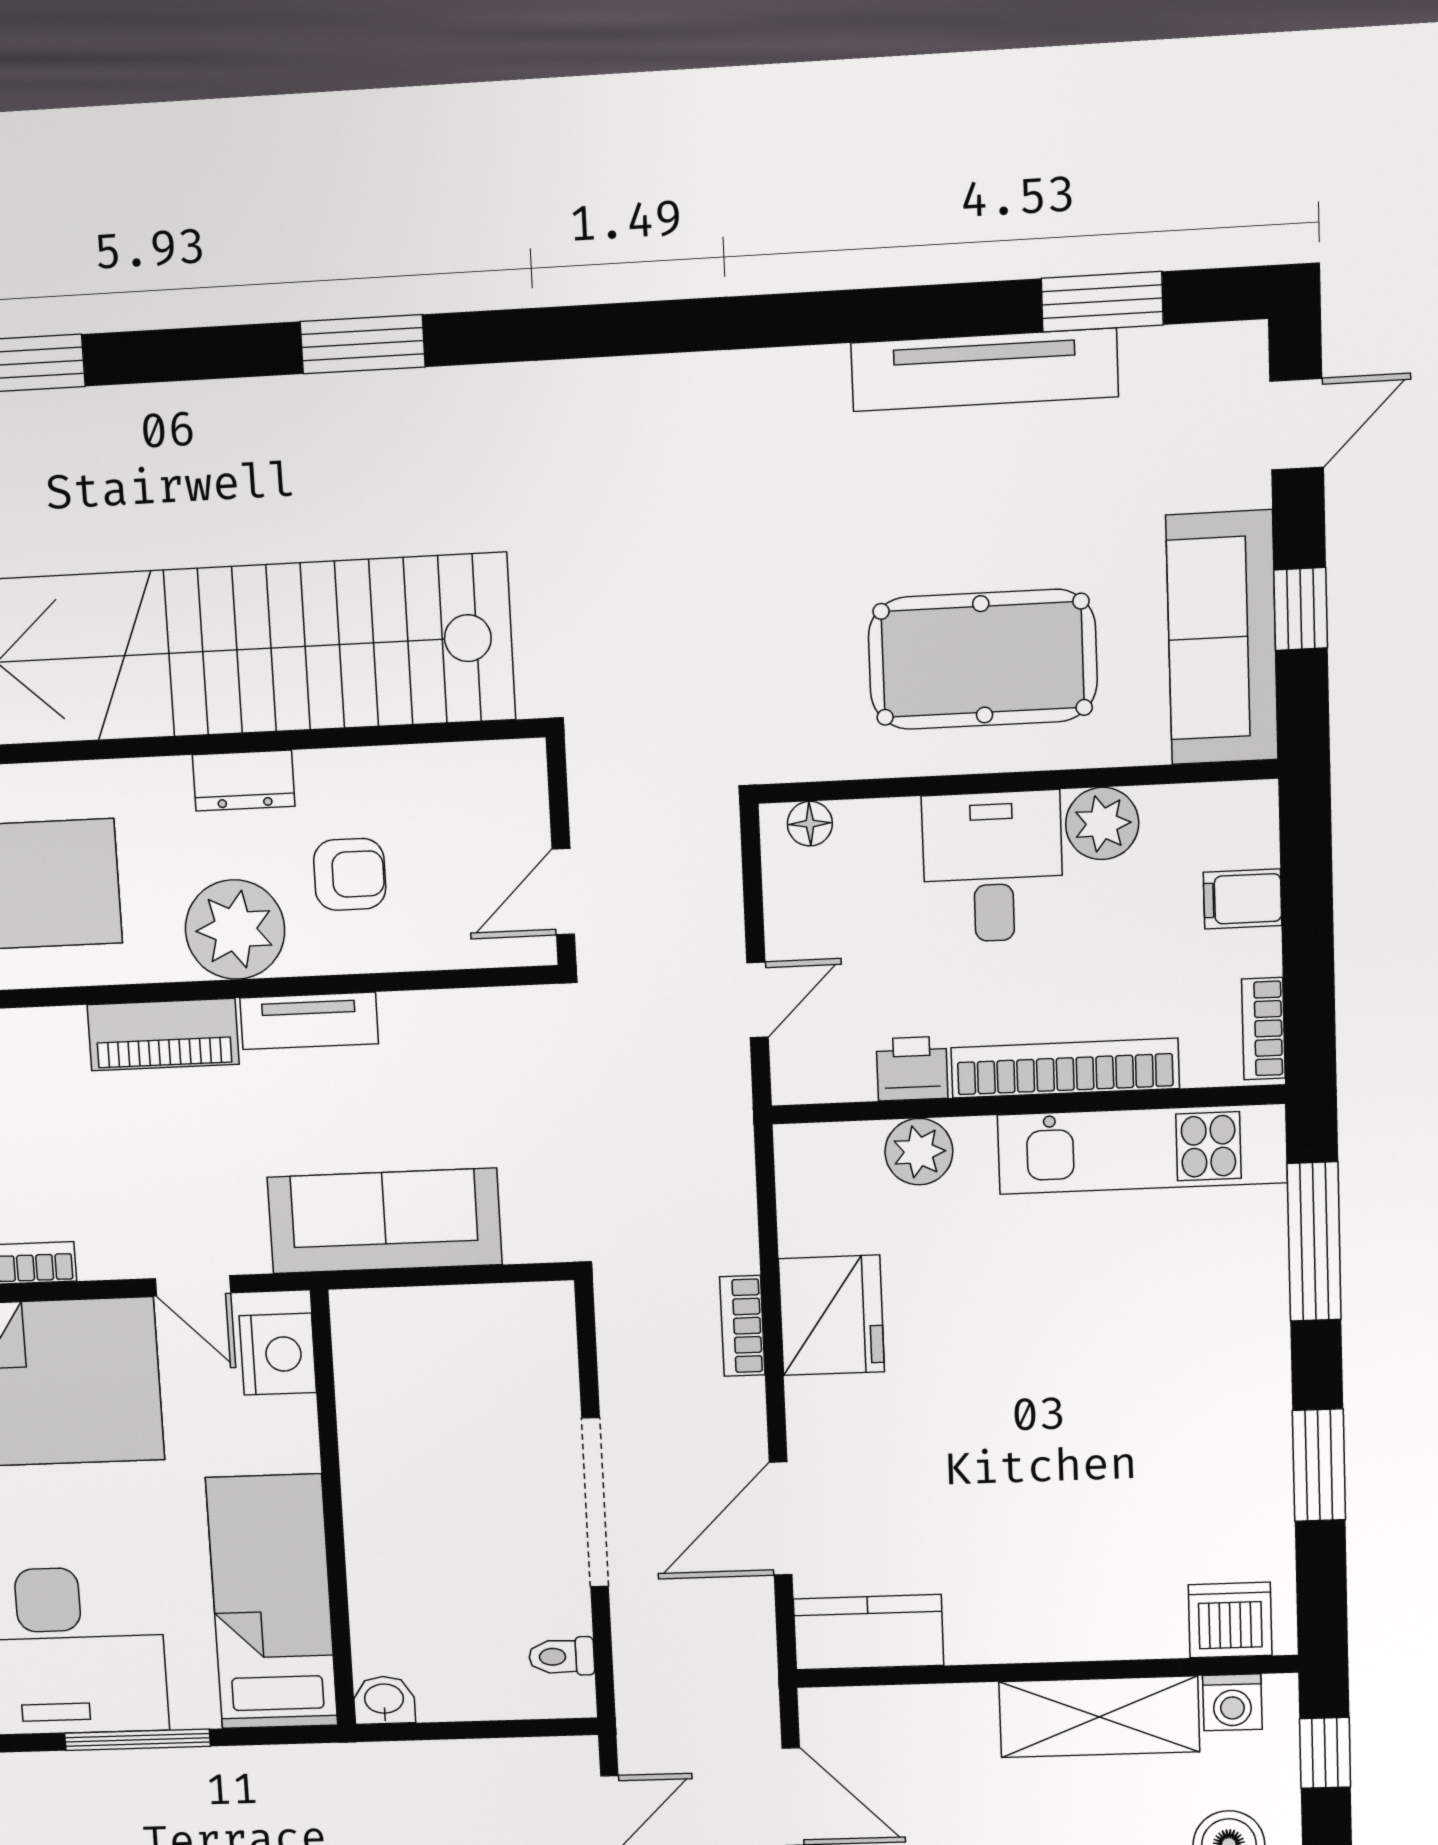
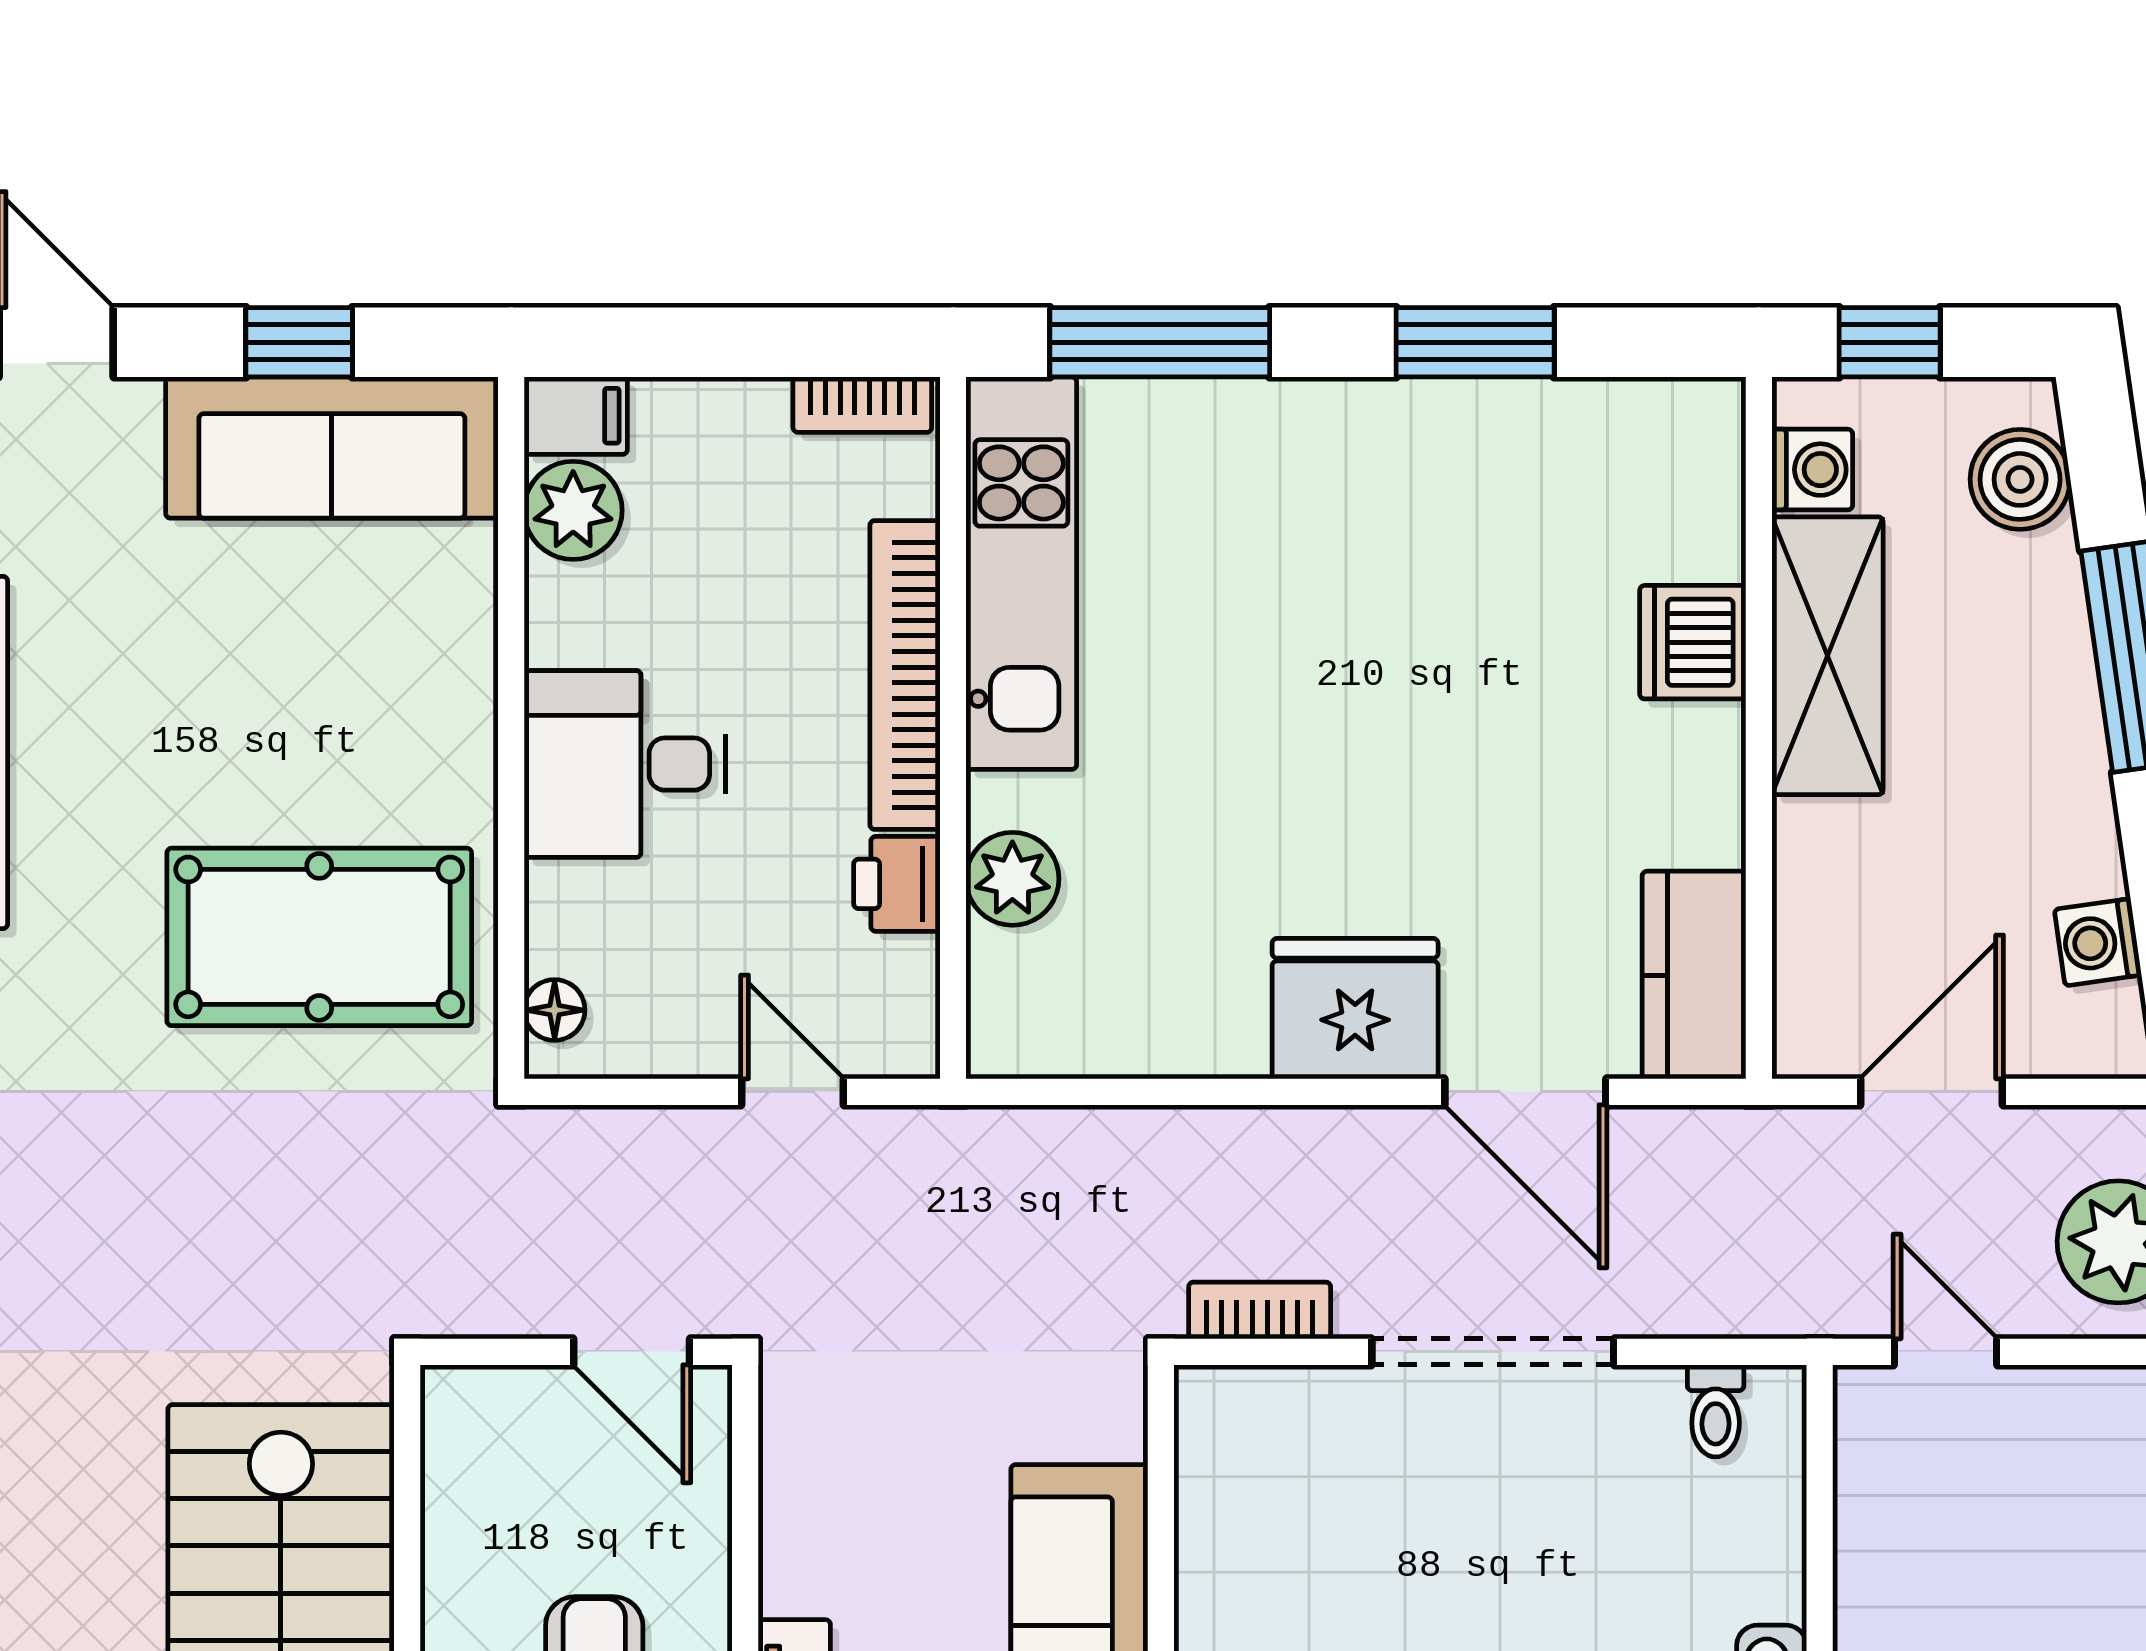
pool table: (983, 659) -> (319, 937), moved, turned 90
plant: (1102, 824) -> (573, 510), moved
filing cabinet: (1243, 899) -> (576, 416), moved, turned -90
fridge: (831, 1315) -> (1355, 1009), moved
bookcase: (742, 1326) -> (1260, 1310), moved, turned 180
dishwasher: (1230, 1620) -> (1693, 642), moved

